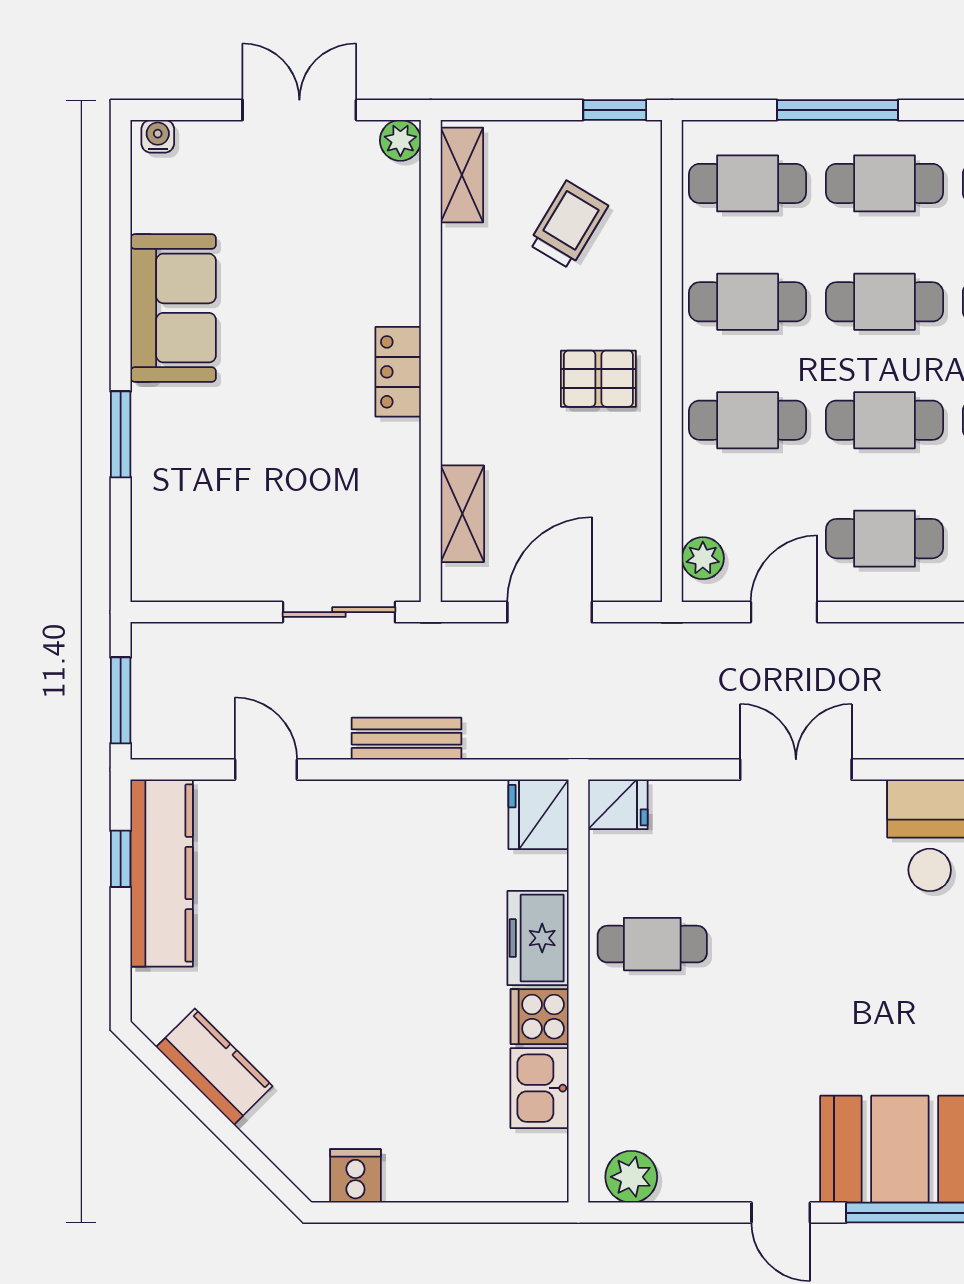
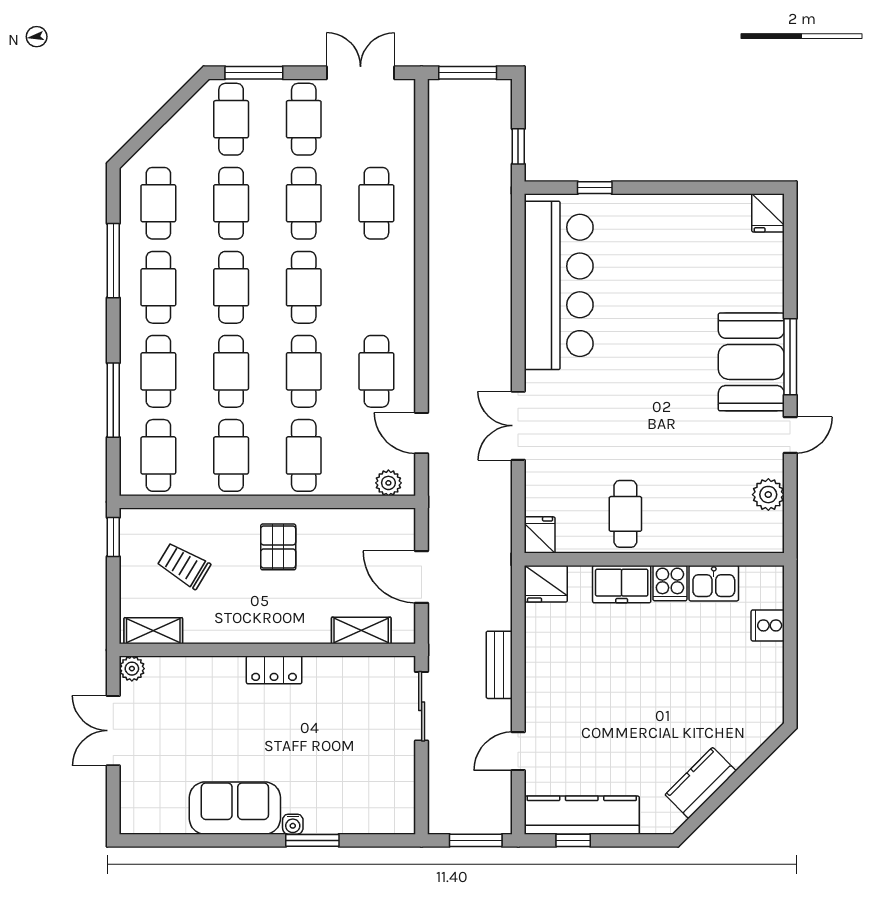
water cooler: (158, 136) -> (293, 824), moved, turned -90
cooker: (355, 1176) -> (768, 625), moved
plant: (631, 1177) -> (768, 495), moved

